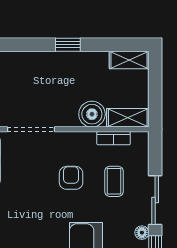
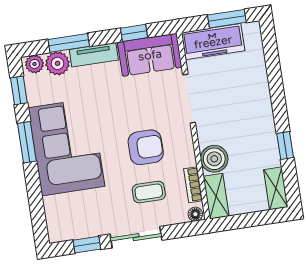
window: (68, 45) -> (285, 146), moved
armchair: (71, 178) -> (146, 147), width x1.38, depth x1.38
floor lamp: (142, 233) -> (195, 214), moved

